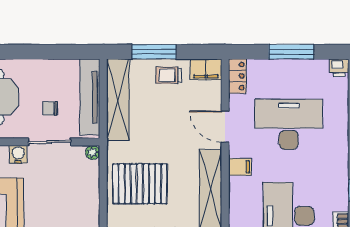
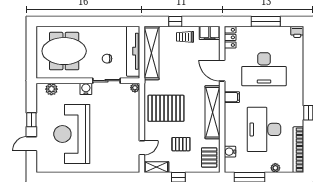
window: (154, 52) -> (175, 21), width x0.46
desk: (289, 124) -> (264, 69), turned 180

